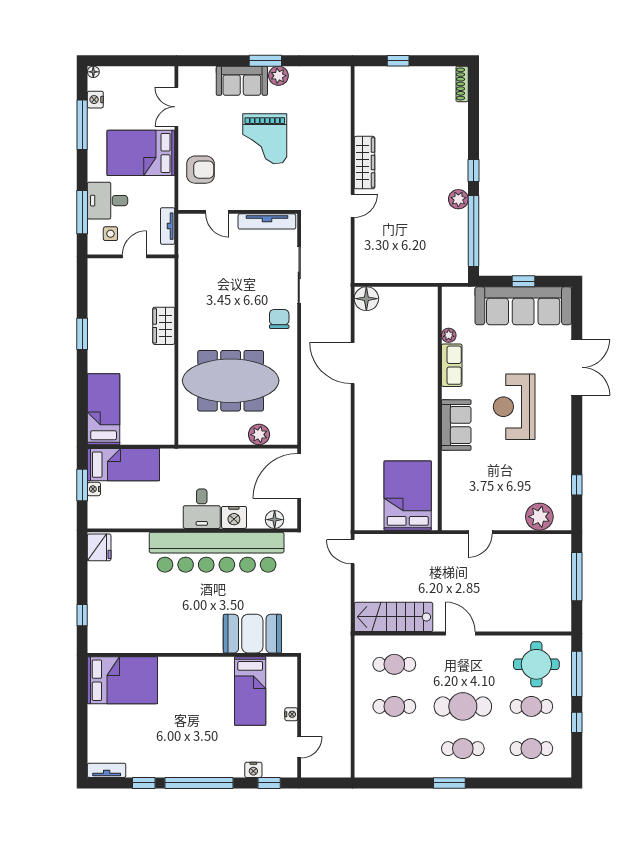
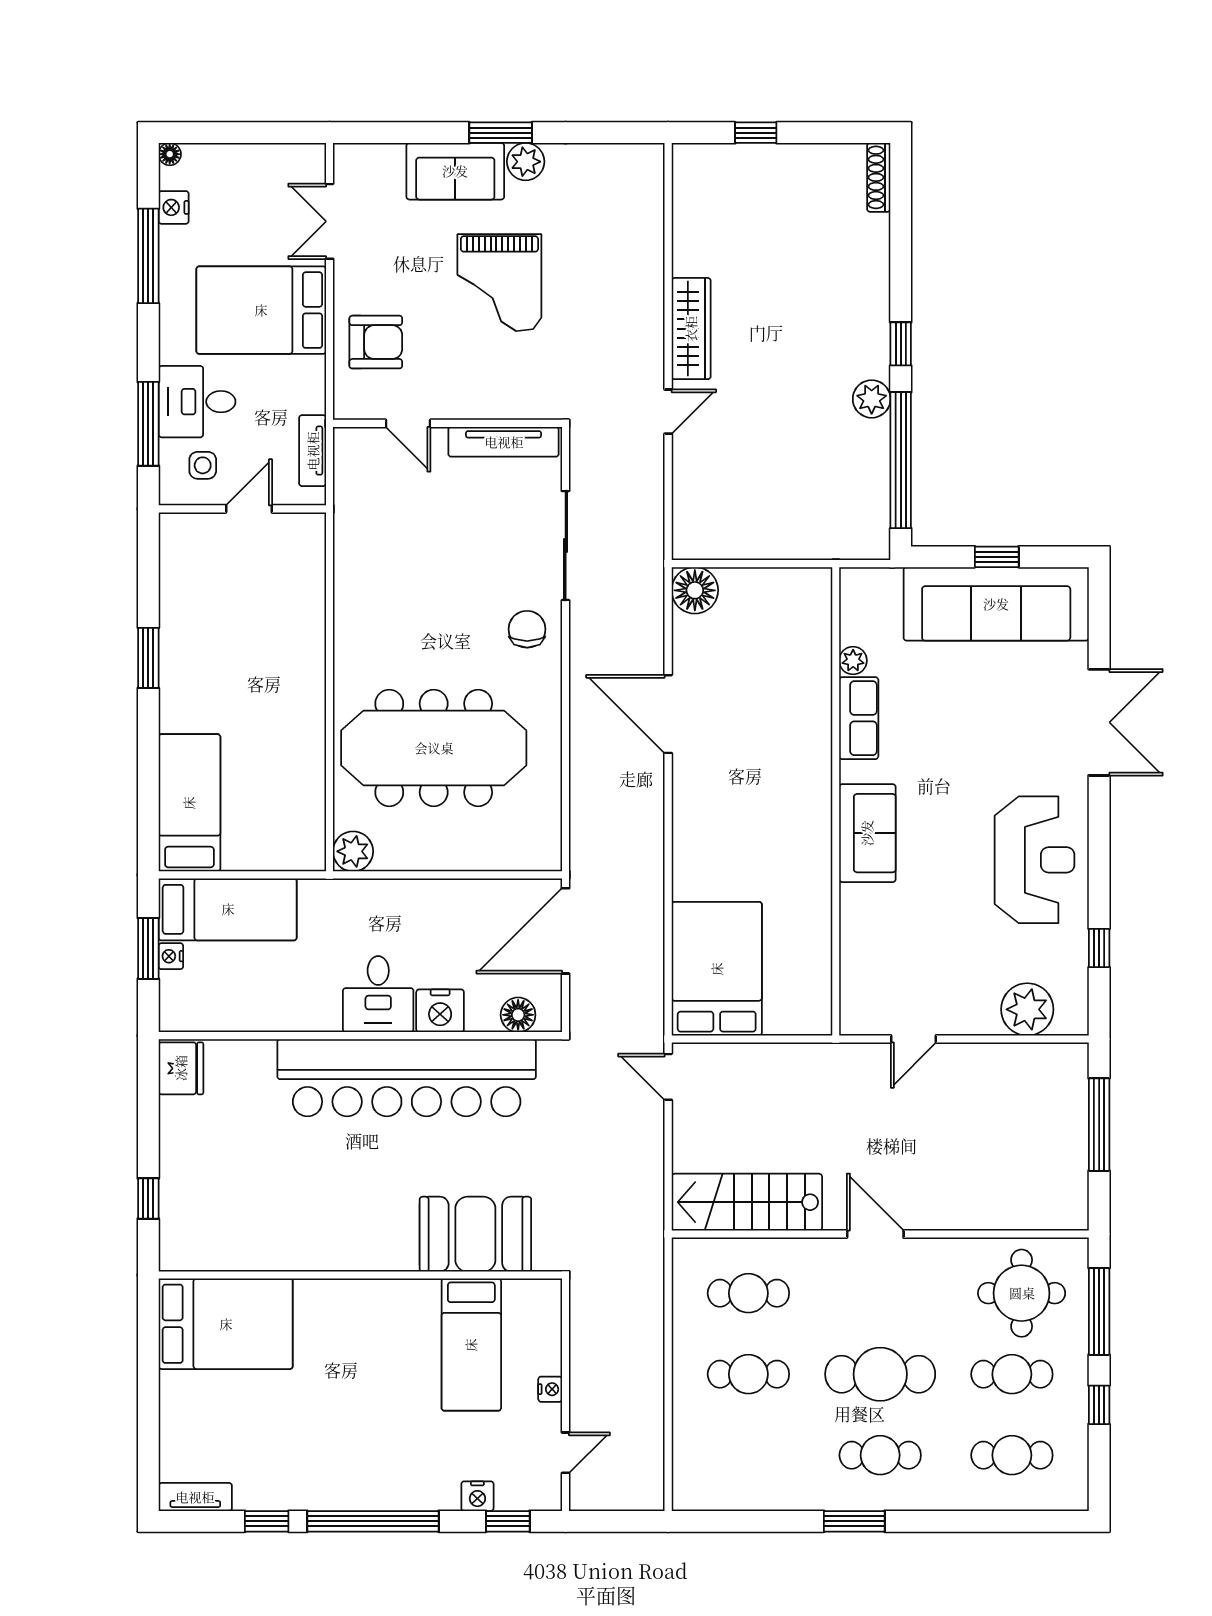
wardrobe: (164, 326) -> (305, 642), removed
reception desk: (514, 407) -> (1035, 860), moved, turned 180
plant: (259, 435) -> (353, 851), moved
bed: (408, 496) -> (717, 969), moved

